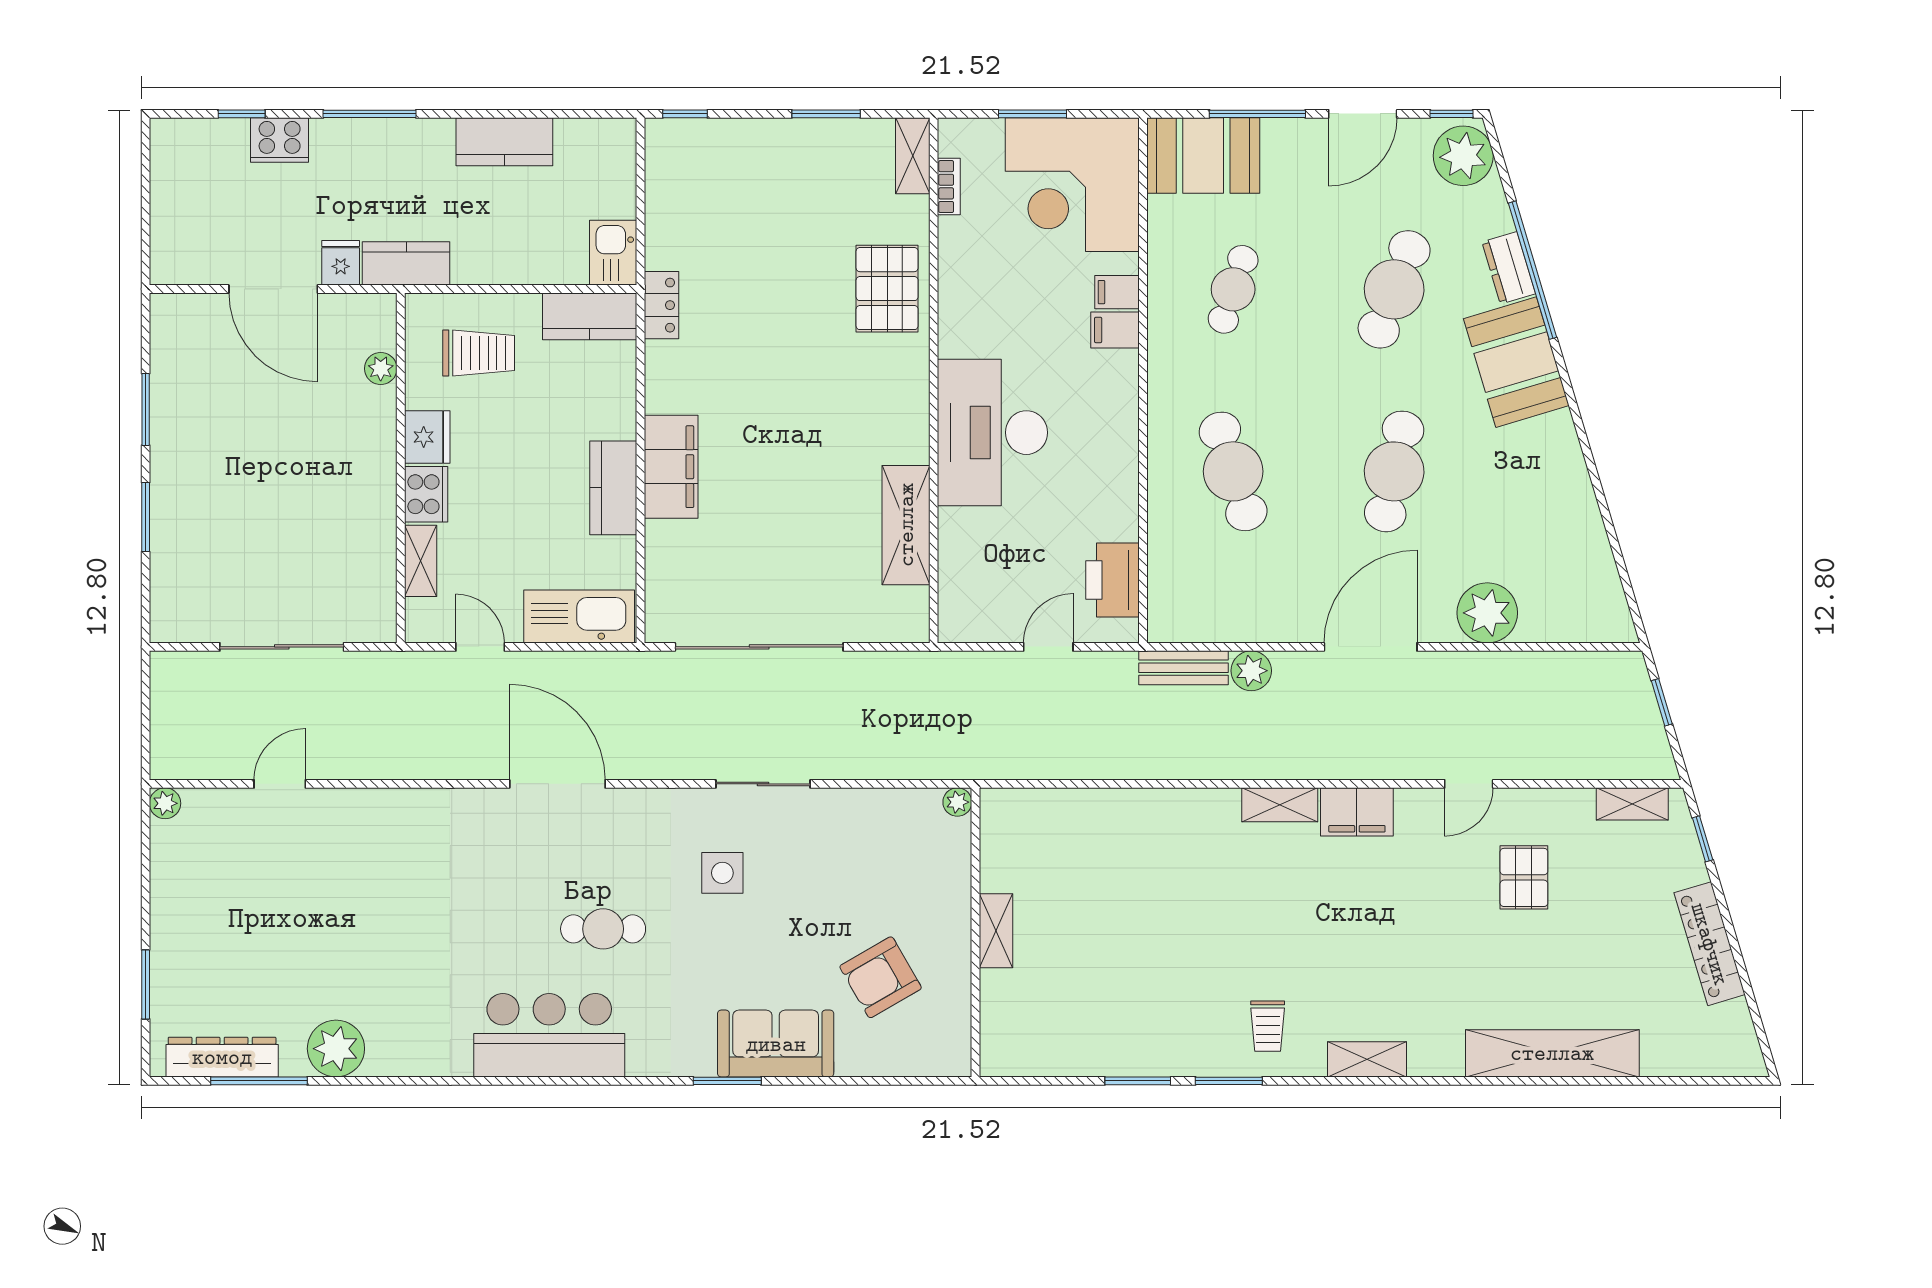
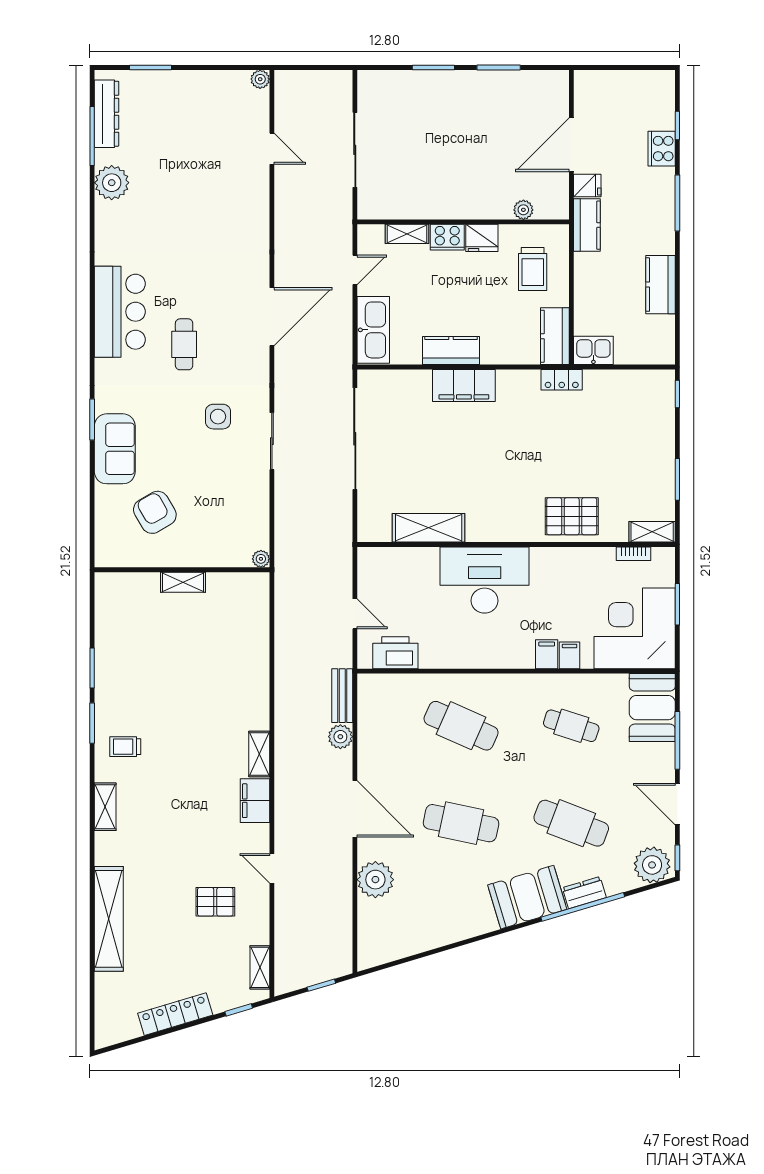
cafe table: (1233, 471) -> (461, 726), turned 42

